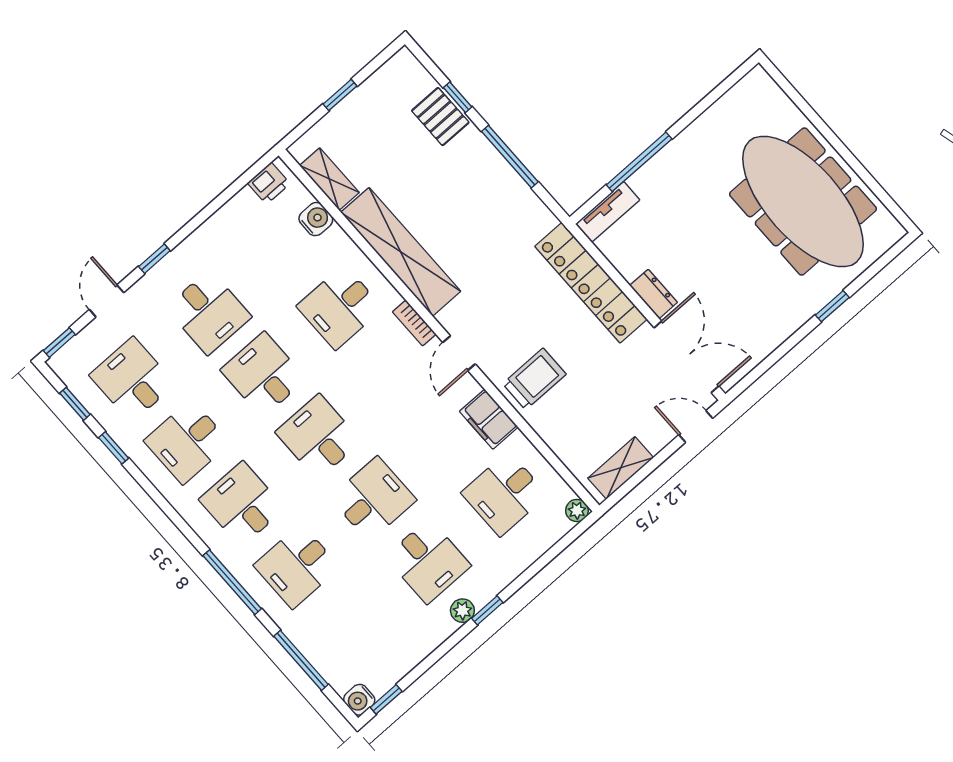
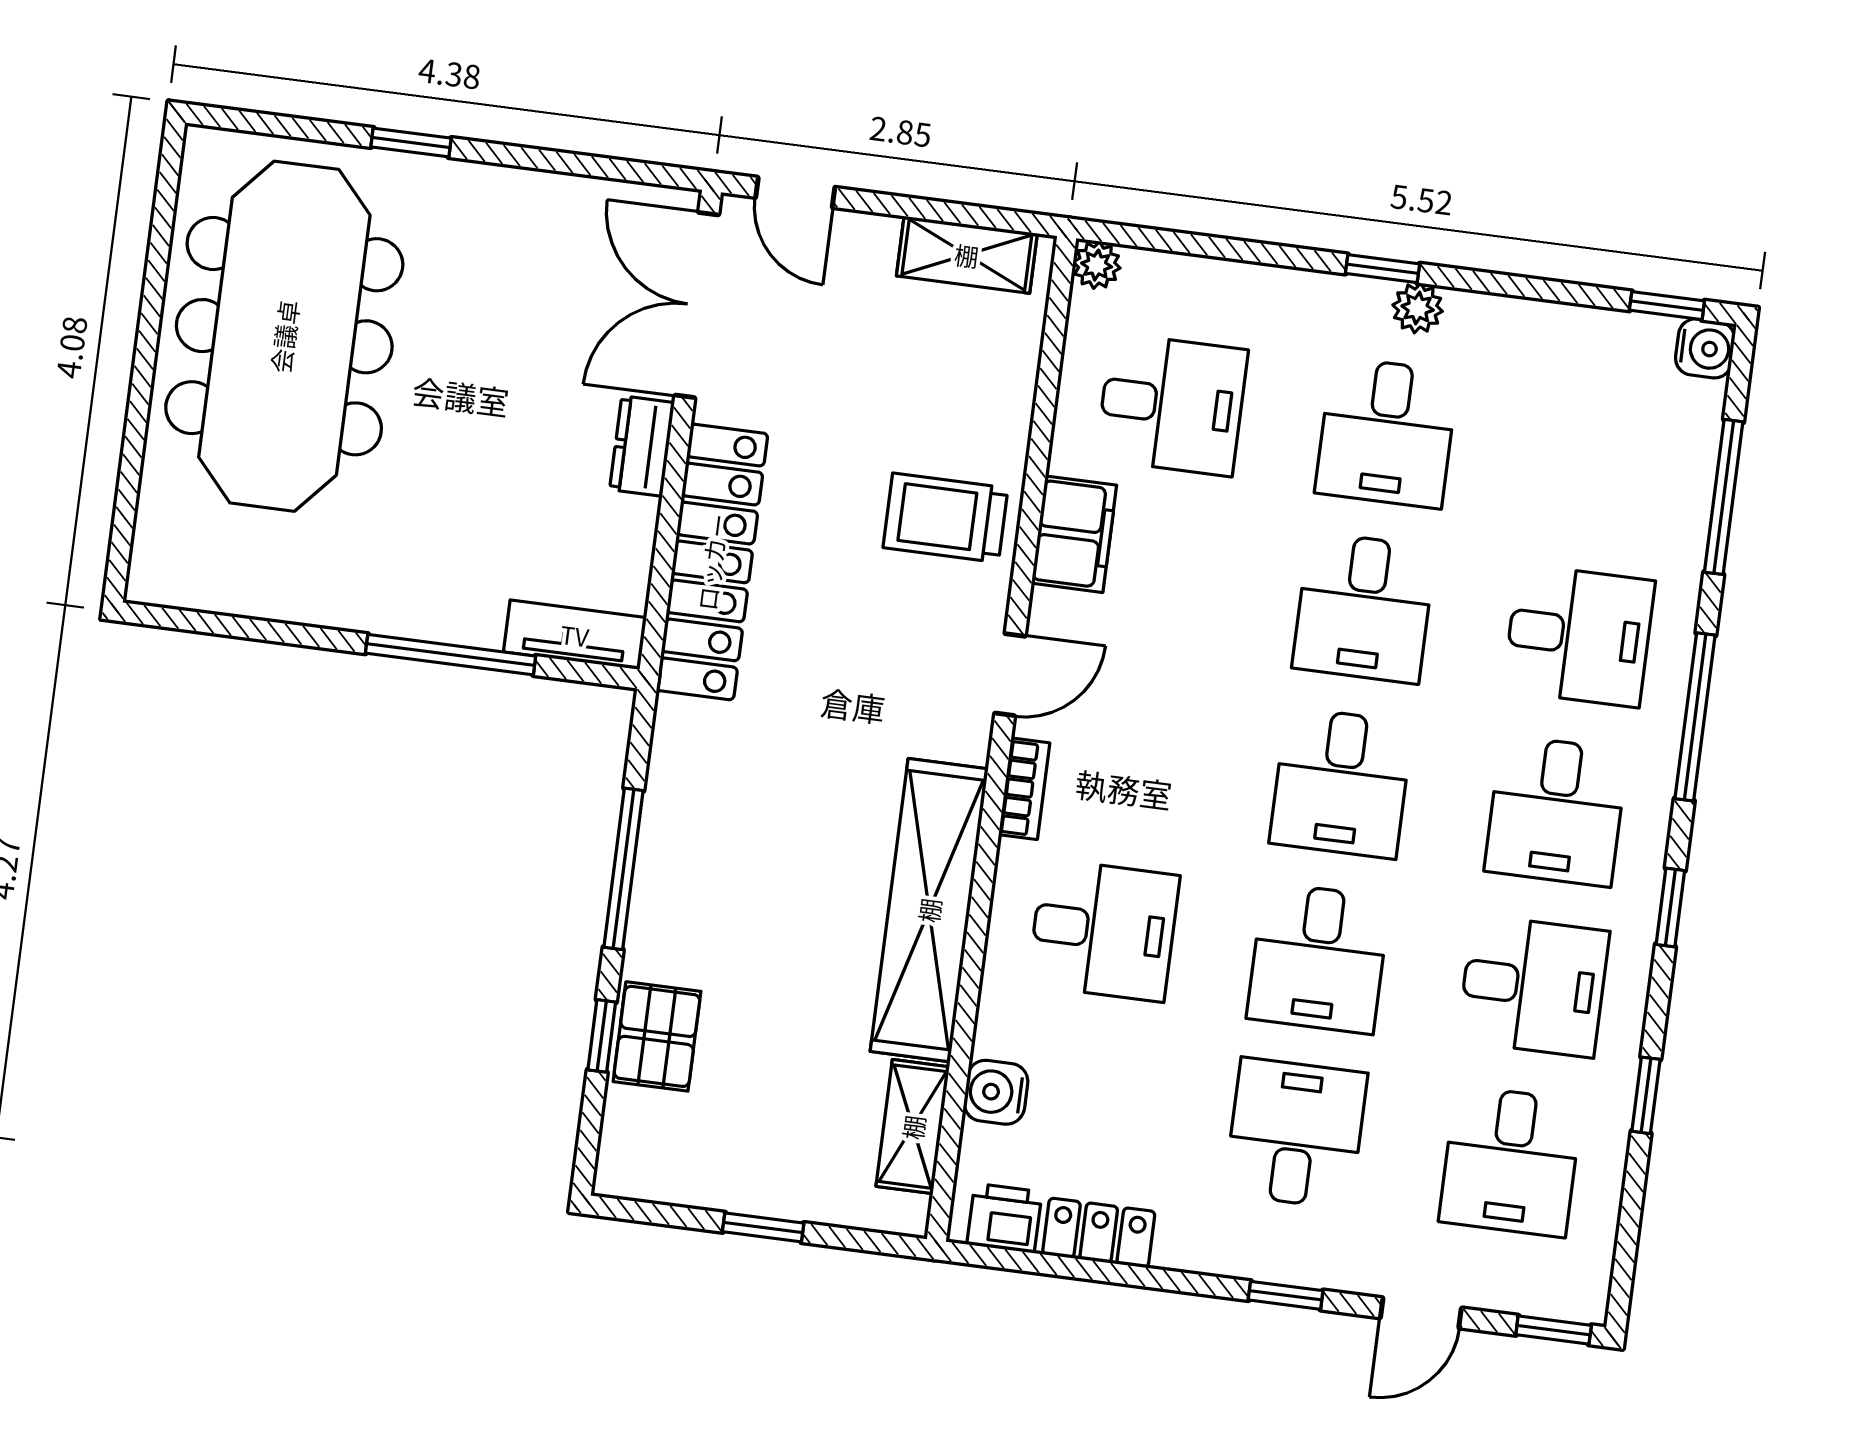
locker: (234, 212) -> (1099, 1233), added
window: (75, 404) -> (1670, 907), moved
desk: (373, 499) -> (1364, 608), turned -90
desk: (428, 561) -> (1387, 432), turned 180

